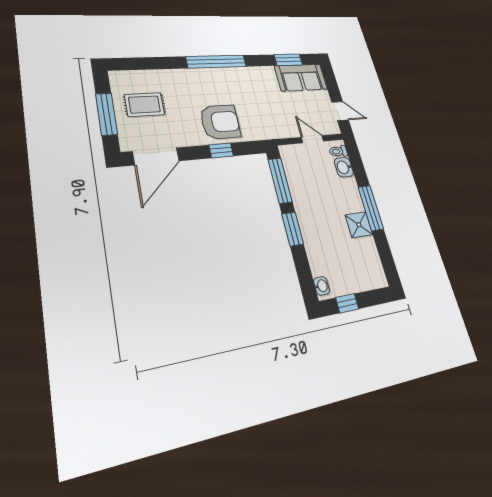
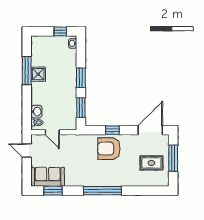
window: (280, 181) -> (81, 108), width x0.69
window: (371, 208) -> (27, 70), moved

